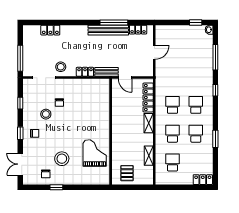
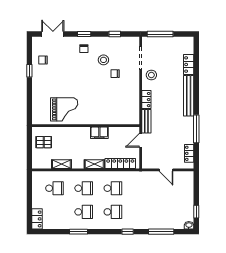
bench: (108, 30) -> (189, 96), moved
filing cabinet: (118, 118) -> (99, 133), added
stool: (62, 159) -> (58, 76), removed

